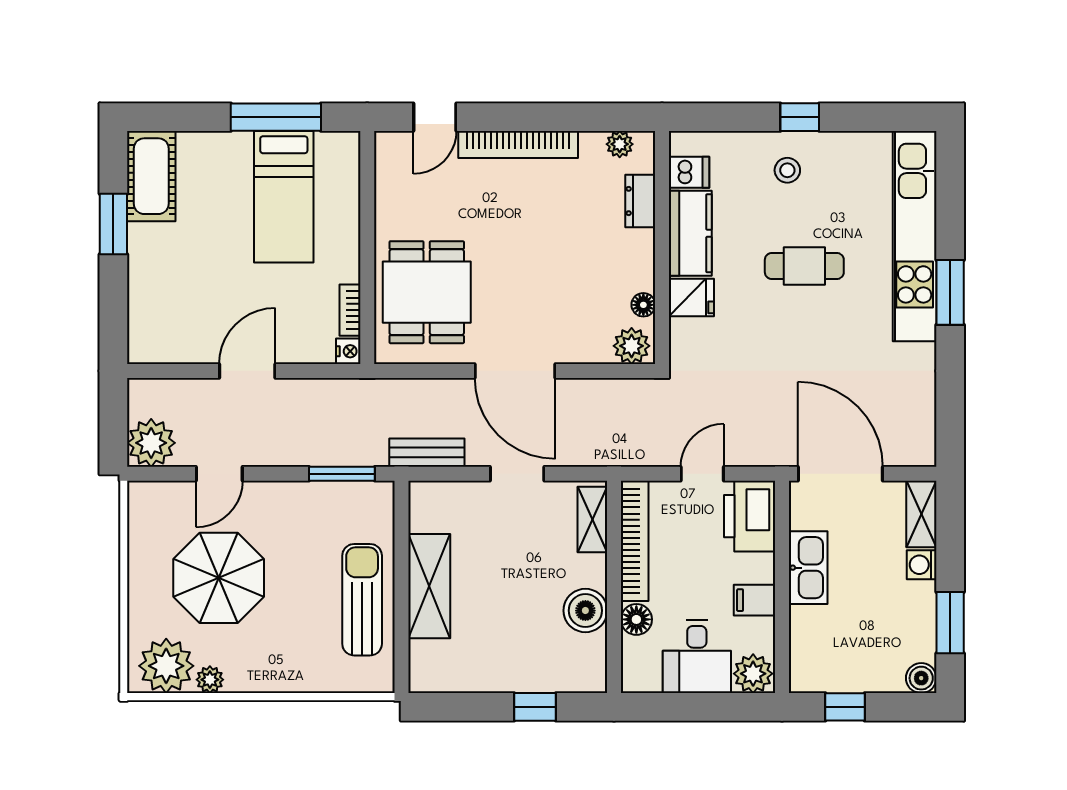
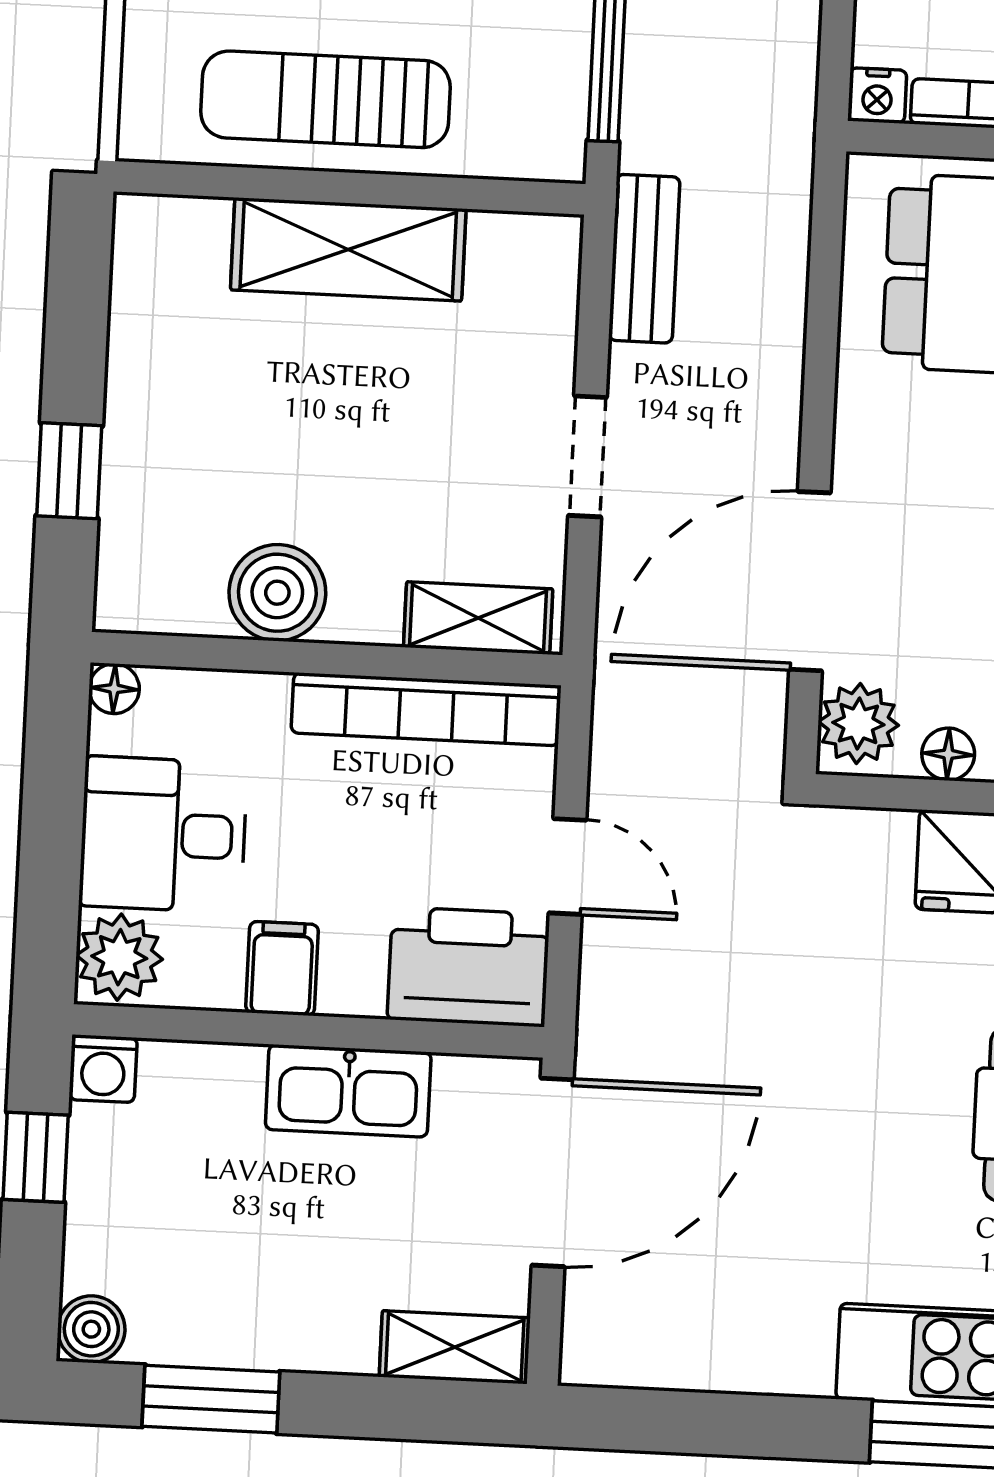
door: (515, 371) -> (810, 581), moved
washing machine: (922, 565) -> (103, 1069), moved, turned 180
sun lounger: (362, 600) -> (325, 99), turned 180
floor lamp: (636, 619) -> (114, 689), moved, width x0.73, depth x0.73

